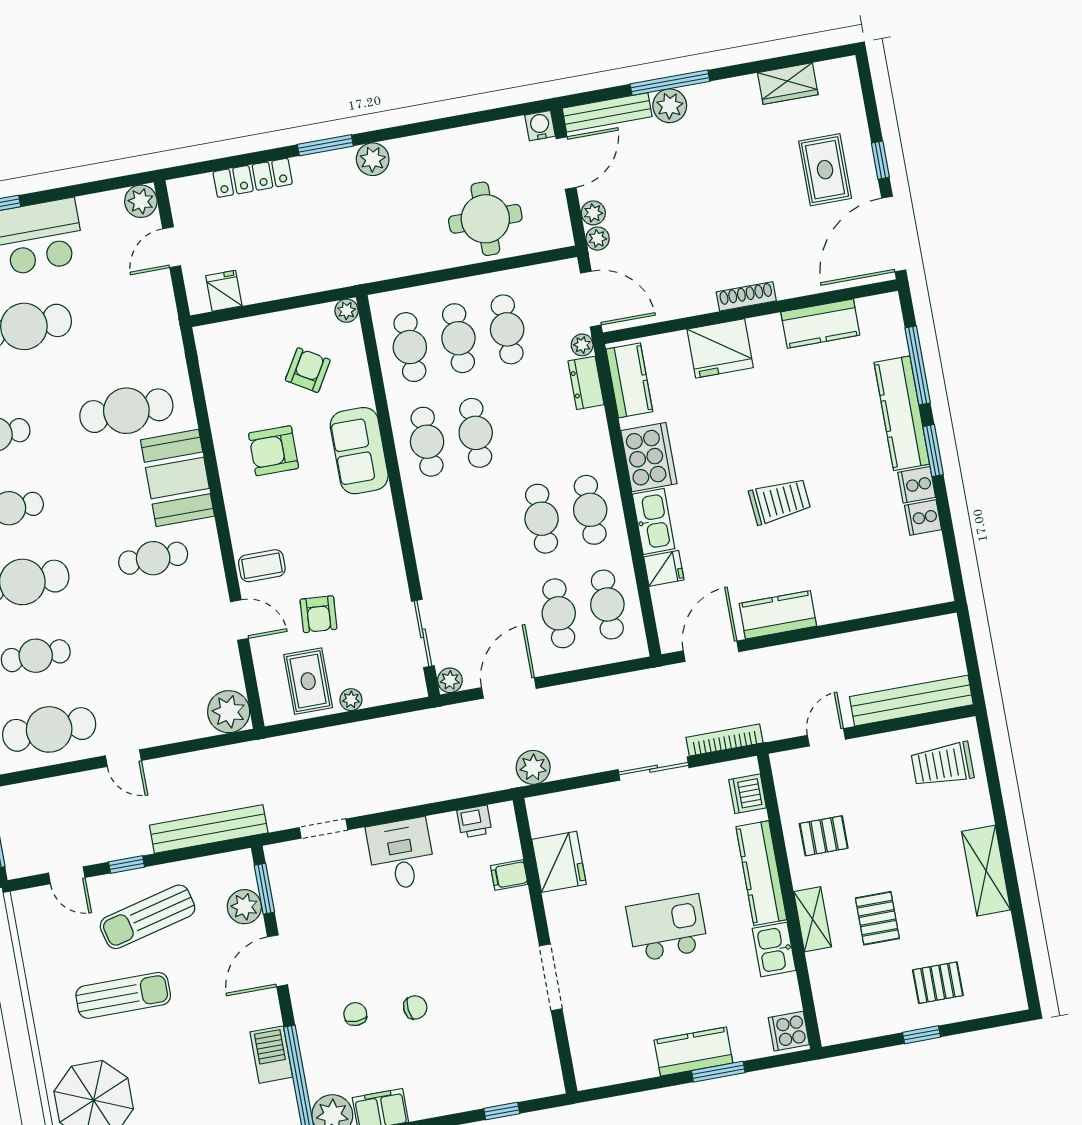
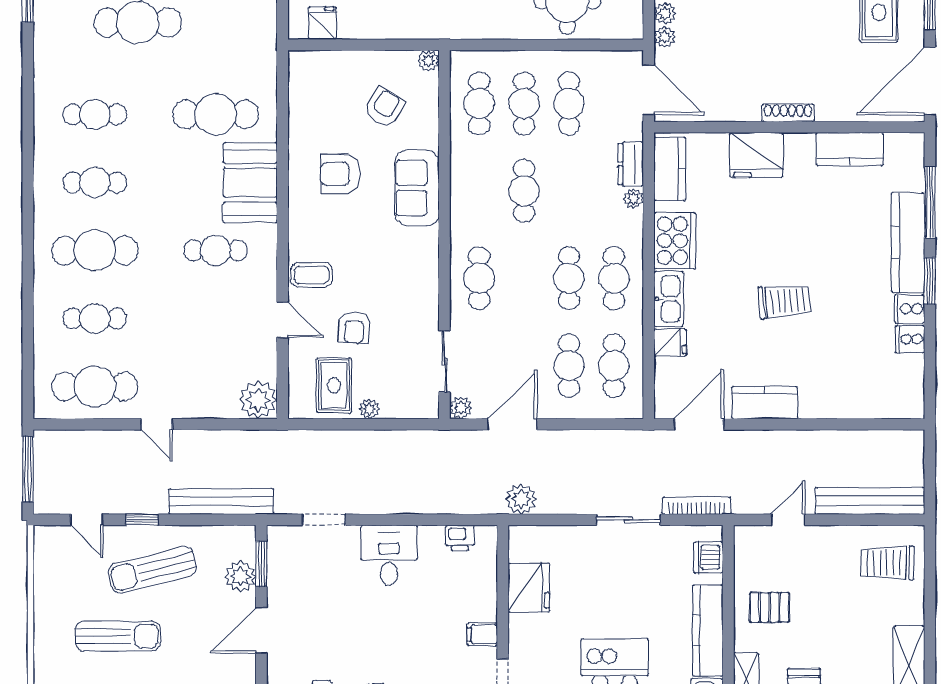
plant: (582, 345) -> (633, 198), moved
cafe table: (427, 442) -> (479, 278), moved
filing cabinet: (509, 875) -> (482, 634), moved

